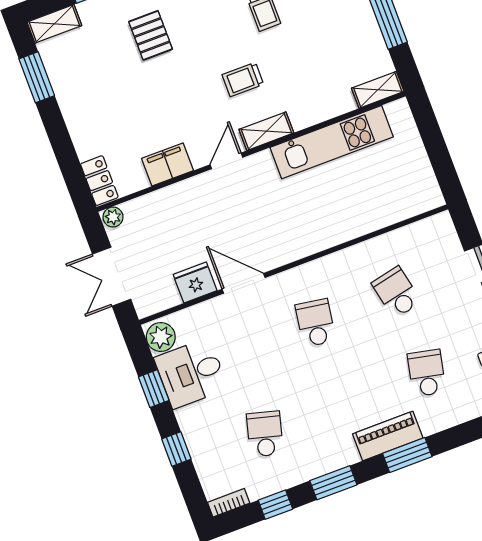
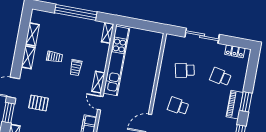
trolley: (243, 80) -> (76, 68), moved
kitchen unit: (332, 142) -> (116, 61), width x1.36

